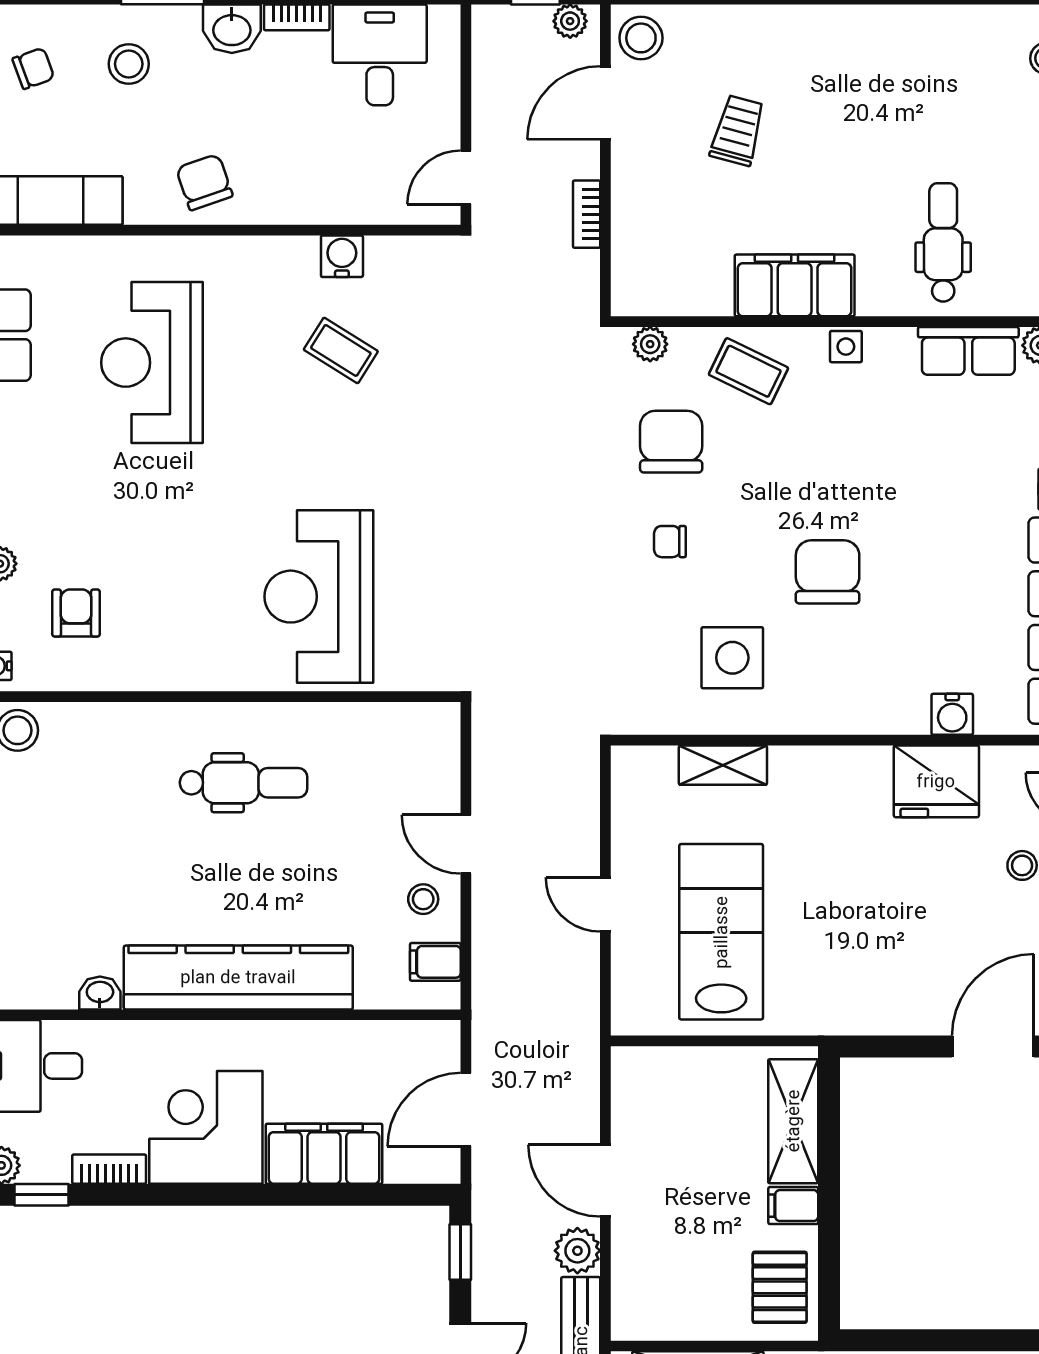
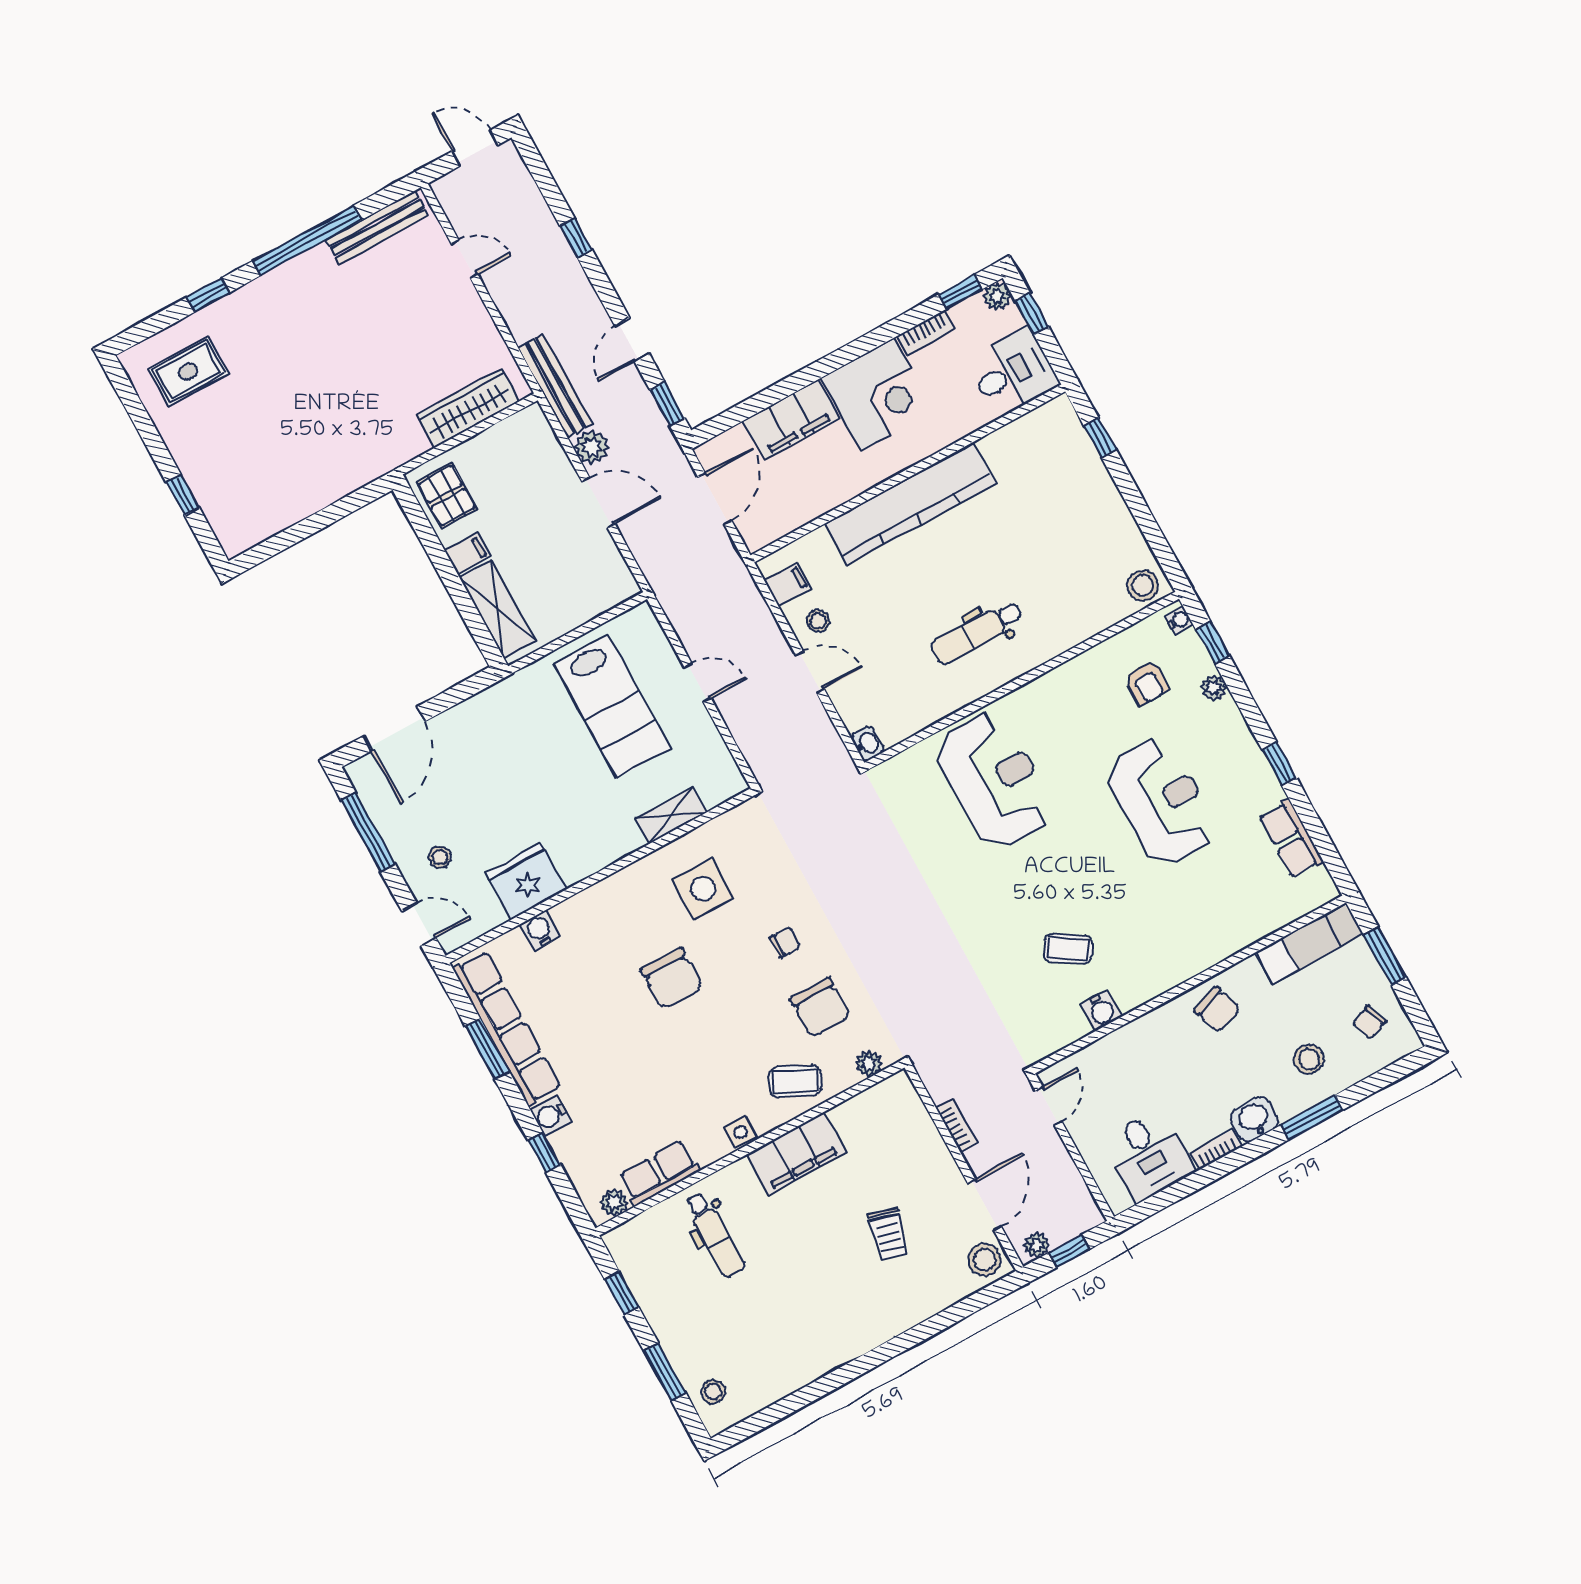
reception desk: (152, 363) -> (1161, 802), moved
washbasin: (100, 993) -> (868, 743), moved, turned -90

